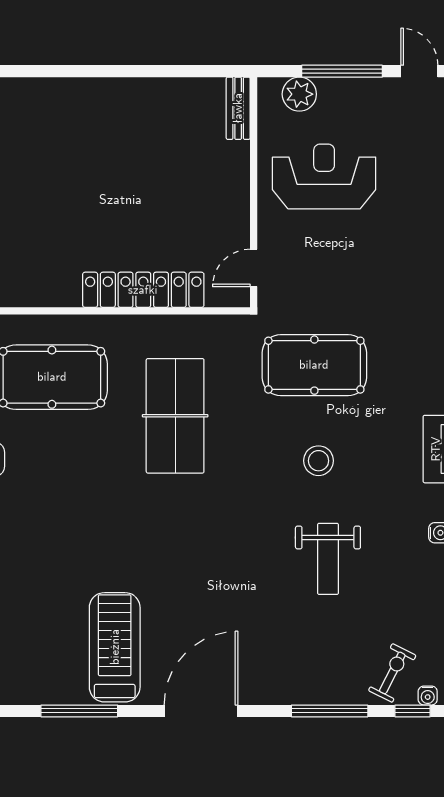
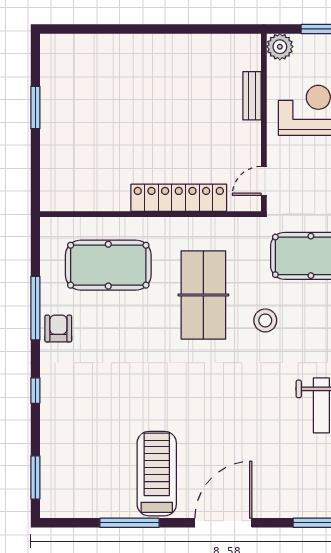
plant: (299, 94) -> (280, 47), moved
bench: (238, 108) -> (252, 96), moved
stool: (319, 461) -> (265, 320), moved

